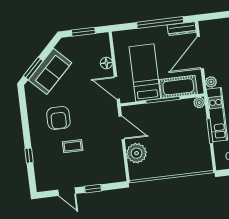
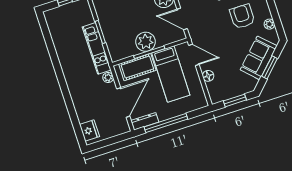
window: (33, 68) -> (270, 67), moved
plant: (199, 103) -> (146, 42), moved, width x1.88, depth x1.88
plant: (32, 104) -> (269, 24), added

